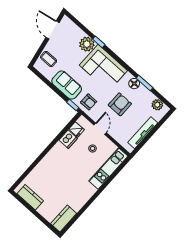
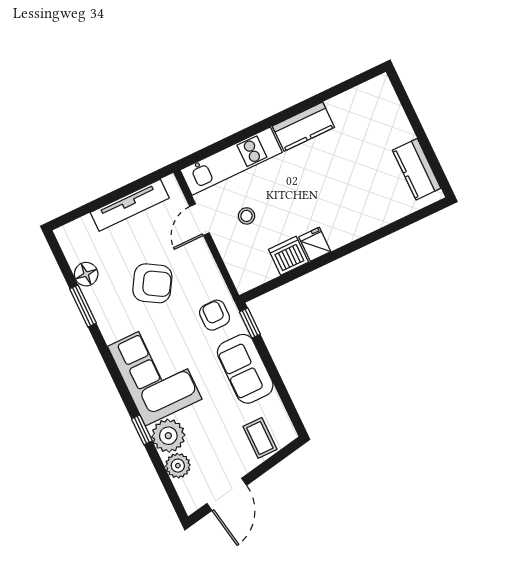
floor lamp: (134, 84) -> (86, 274), moved
armchair: (120, 104) -> (152, 283), turned -149
plant: (157, 105) -> (178, 466), moved
fridge: (77, 129) -> (315, 244), moved
door: (100, 129) -> (200, 220), moved
kitchen counter: (64, 219) -> (303, 127), moved

